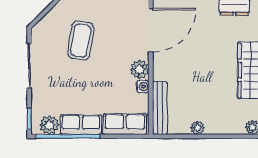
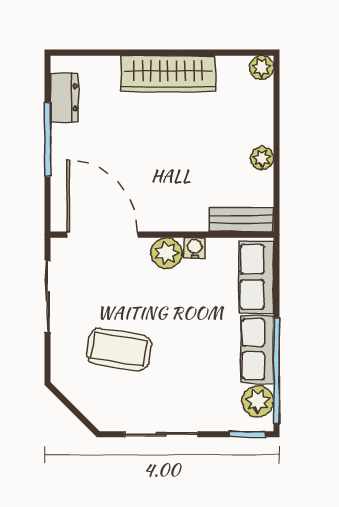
bench: (160, 108) -> (242, 220), width x0.73

